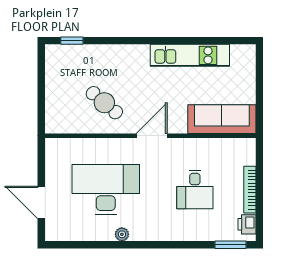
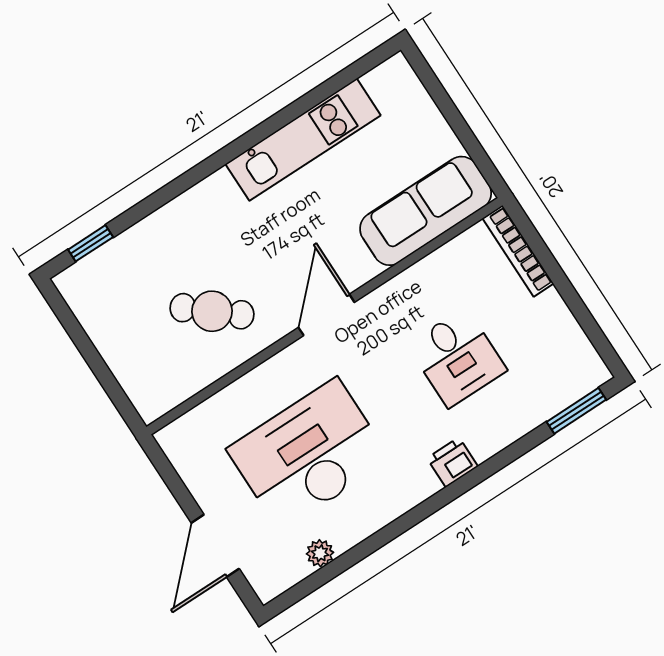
bookcase: (250, 190) -> (518, 251), moved
door: (41, 202) -> (215, 546), hinge flipped
printer: (247, 224) -> (452, 462), moved, turned 90
plant: (122, 234) -> (320, 553), moved

